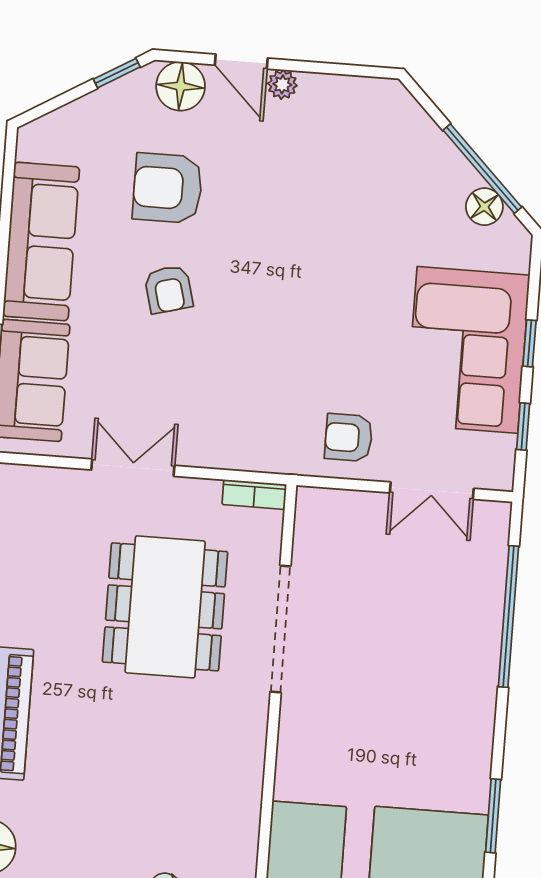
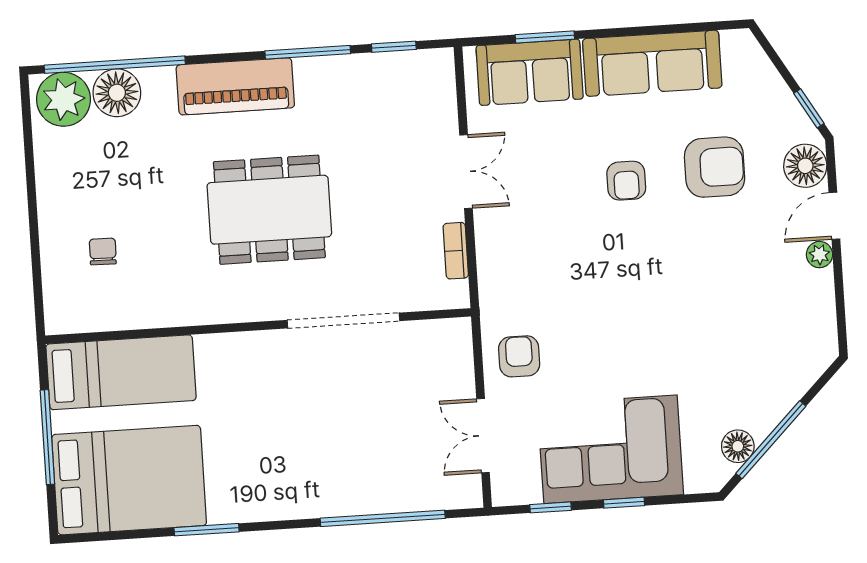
armchair: (168, 188) -> (715, 167), turned 90
armchair: (169, 289) -> (626, 181), turned -75
bookcase: (254, 494) -> (456, 251), moved
dining table: (165, 607) -> (269, 210), moved

